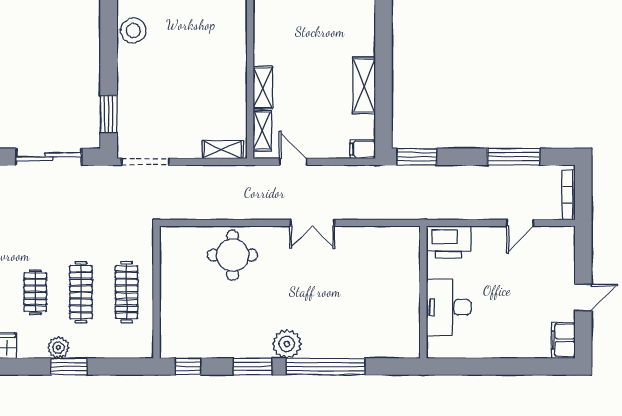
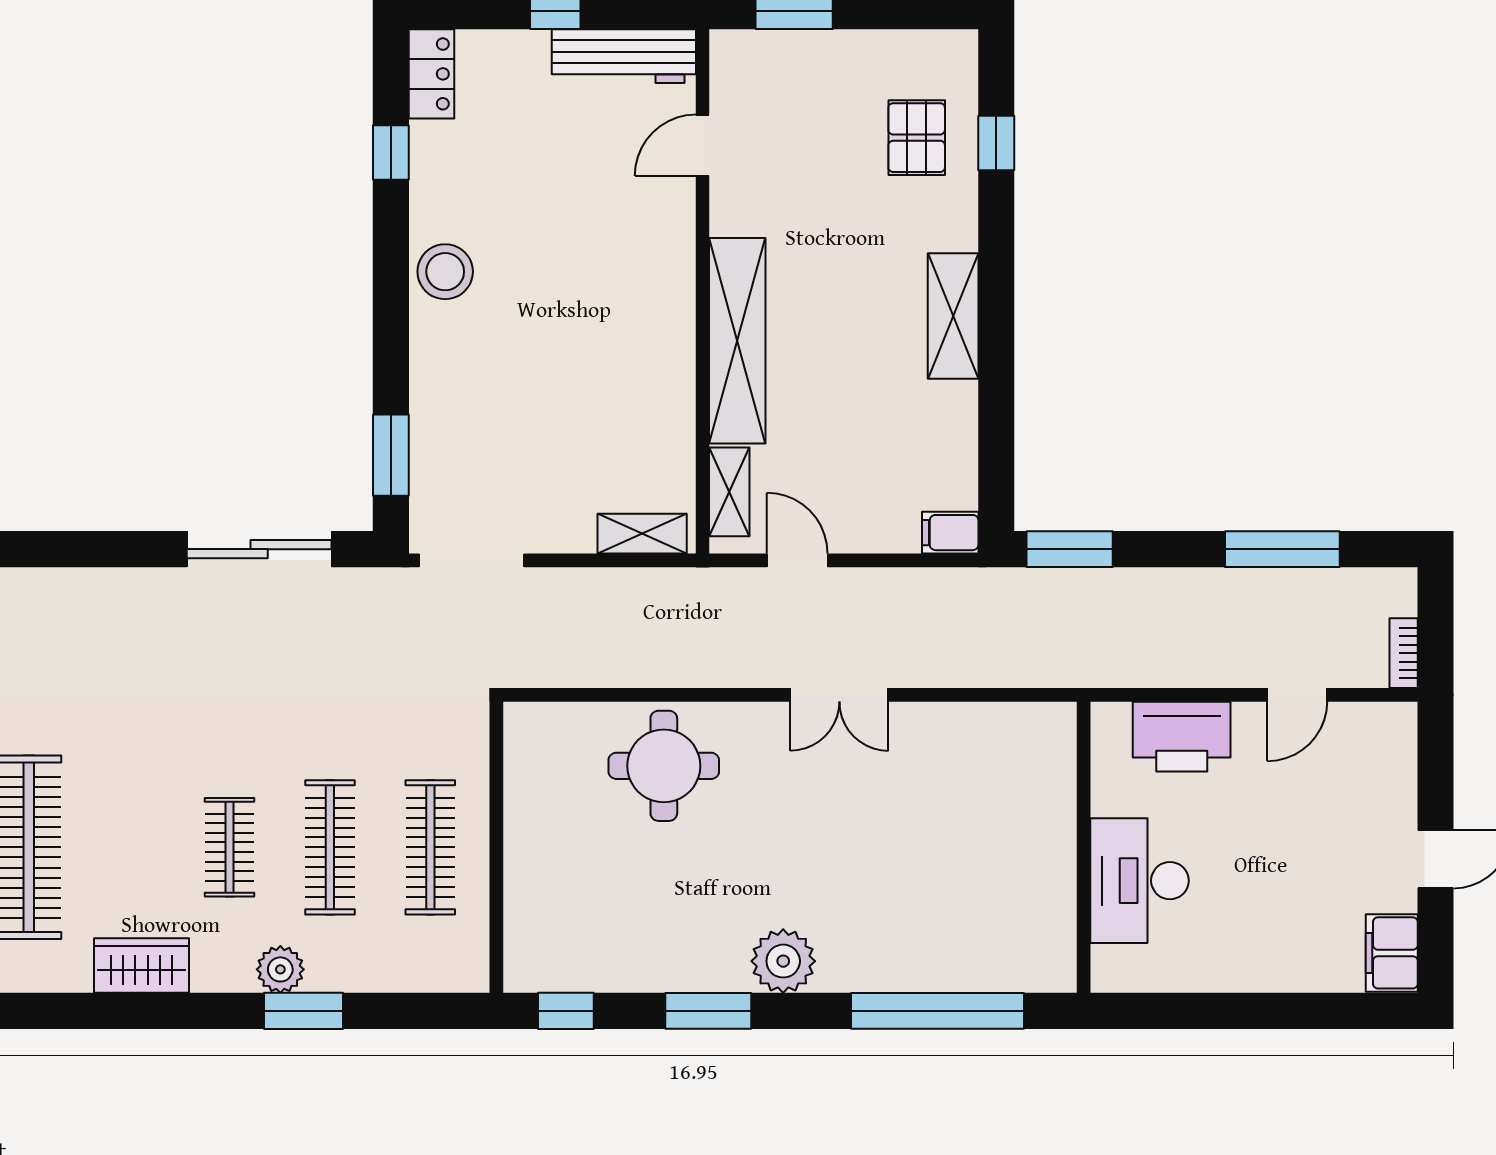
shelving: (364, 85) -> (953, 316), moved
shelving: (263, 88) -> (737, 341), width x2.20, depth x1.33
bookcase: (569, 195) -> (1404, 653), width x0.64
printer: (449, 242) -> (1182, 737), moved
window: (326, 366) -> (937, 1011), moved

